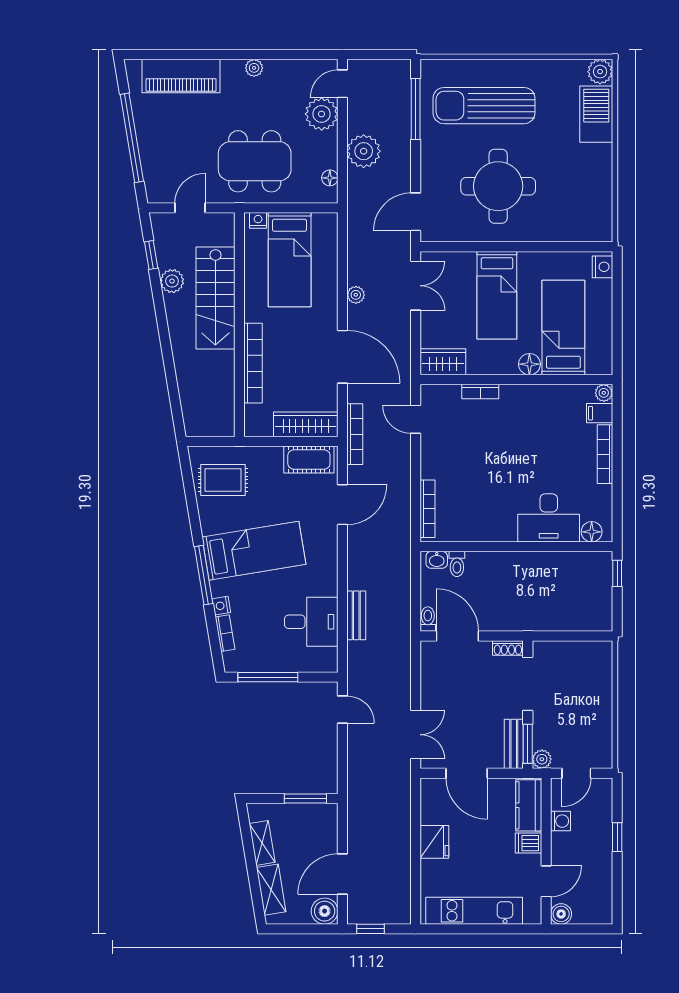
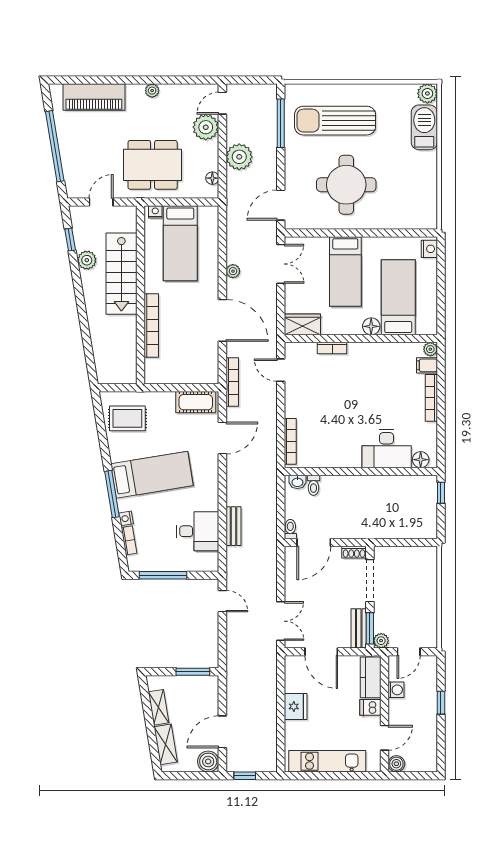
wardrobe: (306, 424) -> (193, 374), removed
door: (457, 636) -> (314, 543), swing flipped

